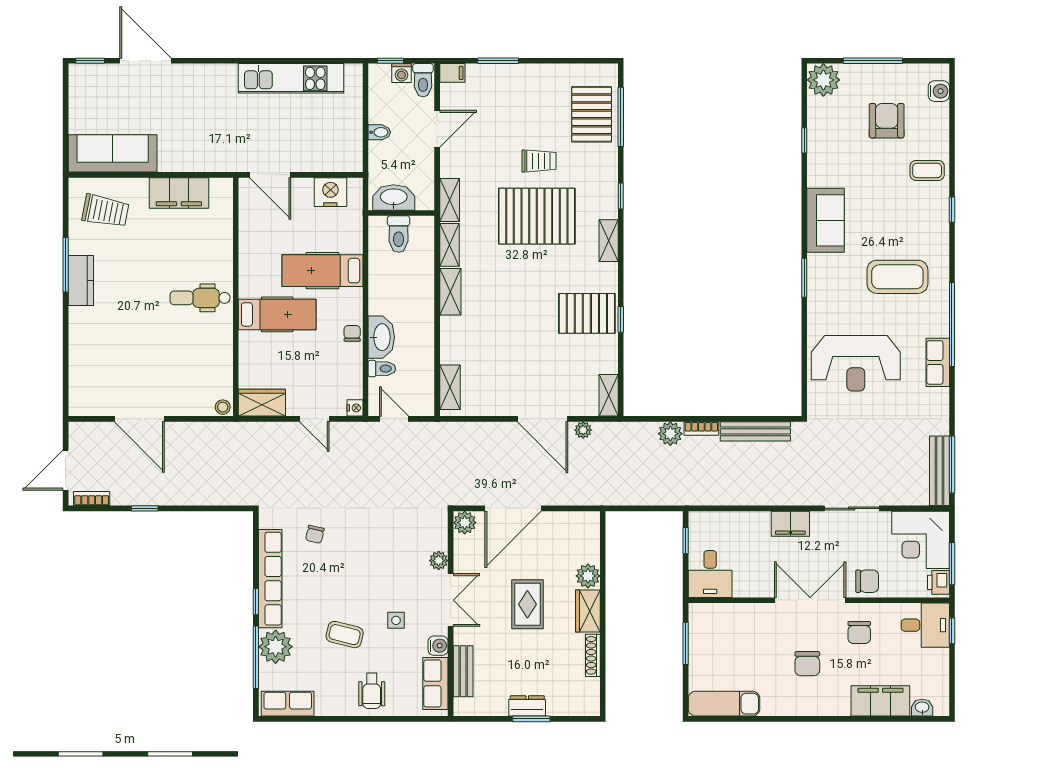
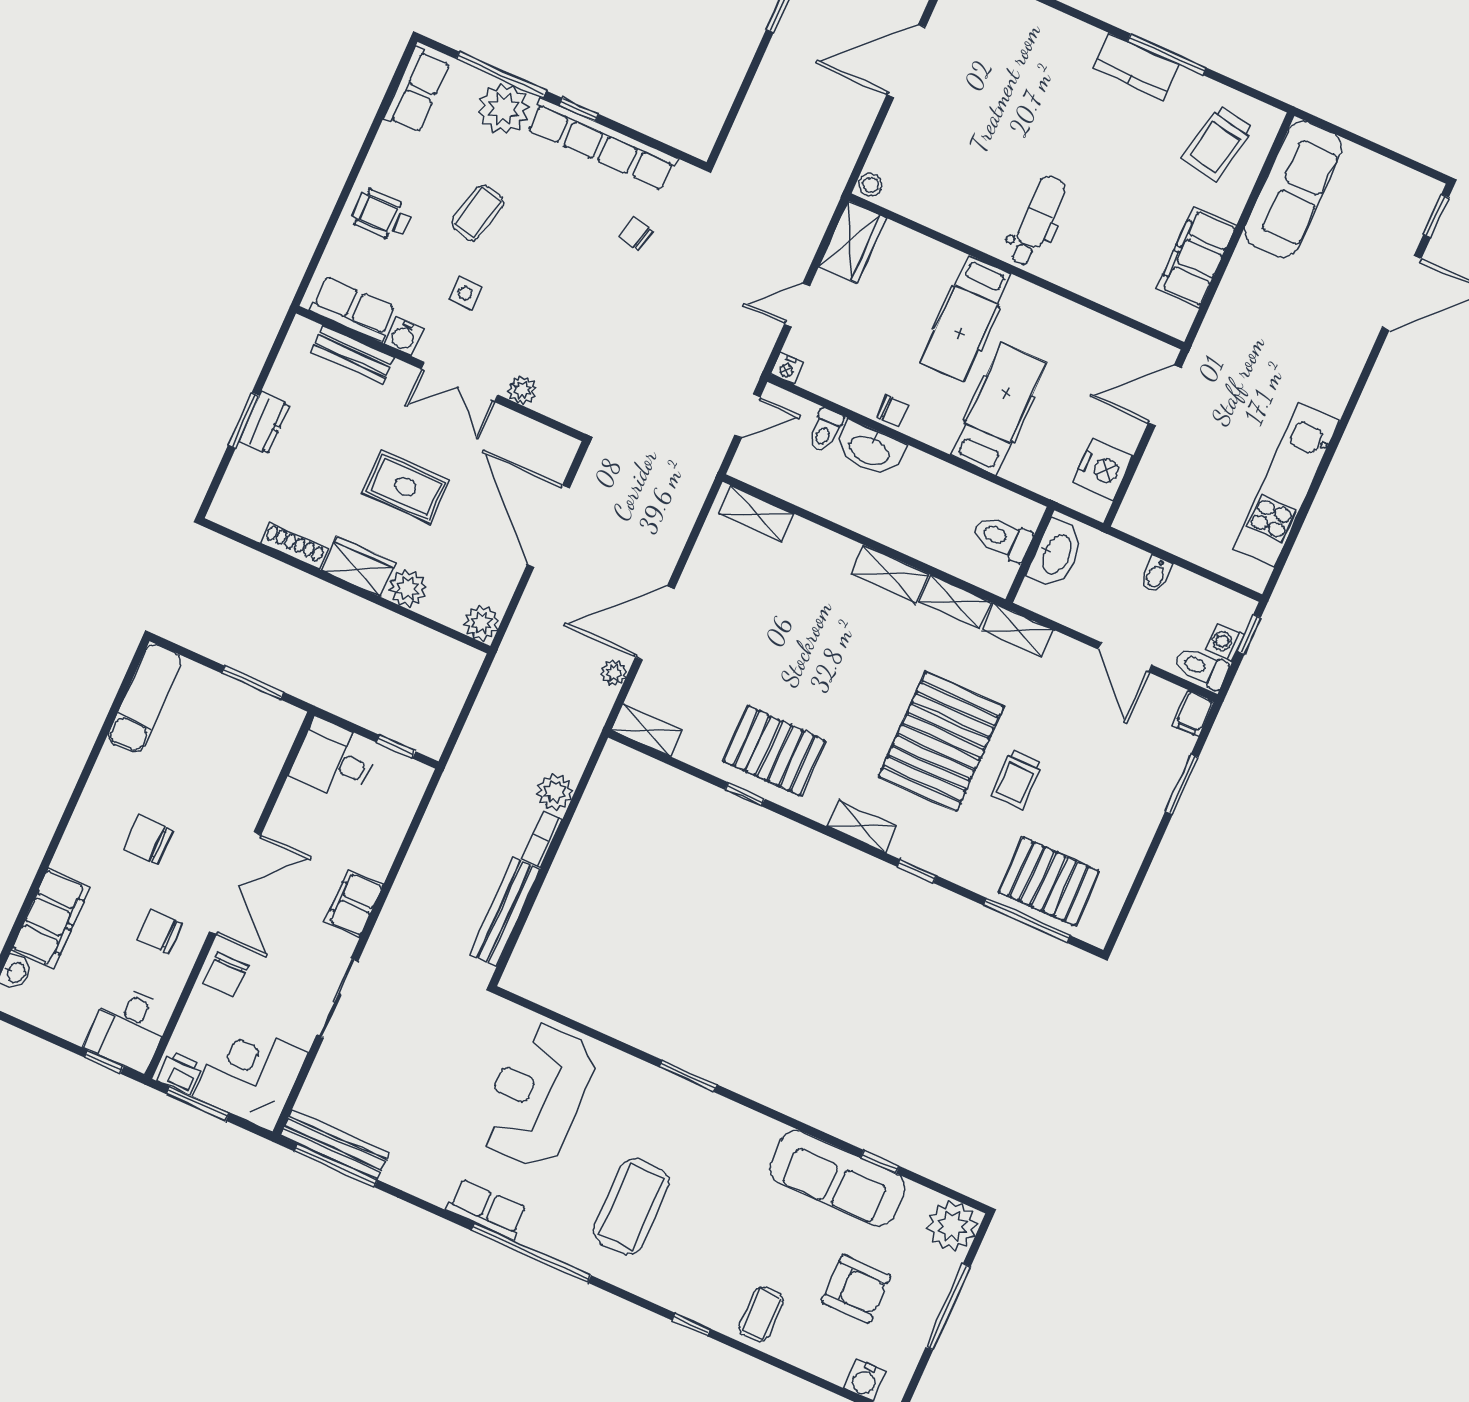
sofa: (825, 220) -> (837, 1178), moved, width x1.36
pallet: (587, 313) -> (774, 751), turned 90
plant: (465, 523) -> (481, 623), moved

